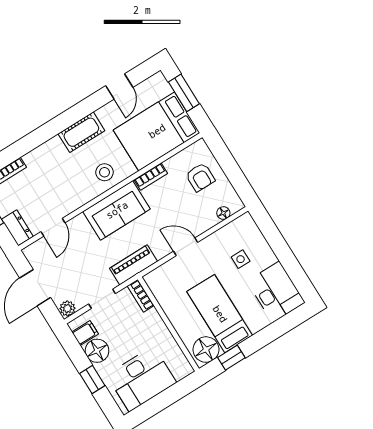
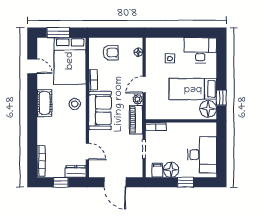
plant: (67, 308) -> (137, 99), moved

